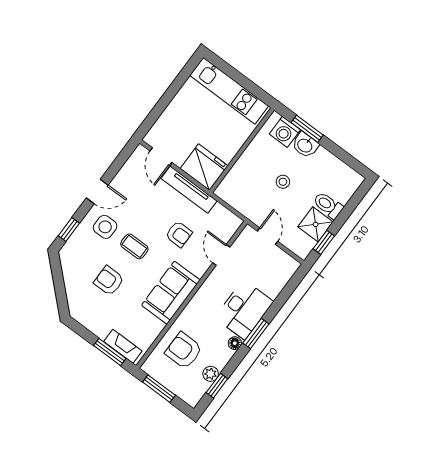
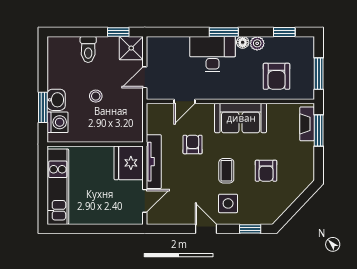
shower: (316, 224) -> (131, 48), moved
plant: (211, 374) -> (257, 43), moved

